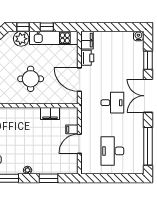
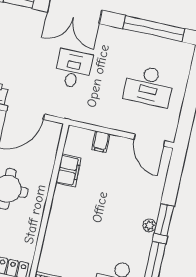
door: (79, 144) -> (149, 140), moved
window: (49, 178) -> (164, 220), moved

